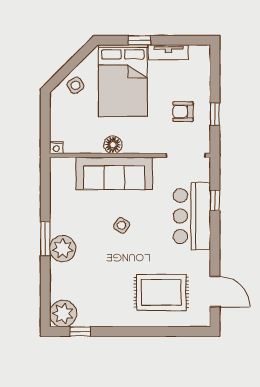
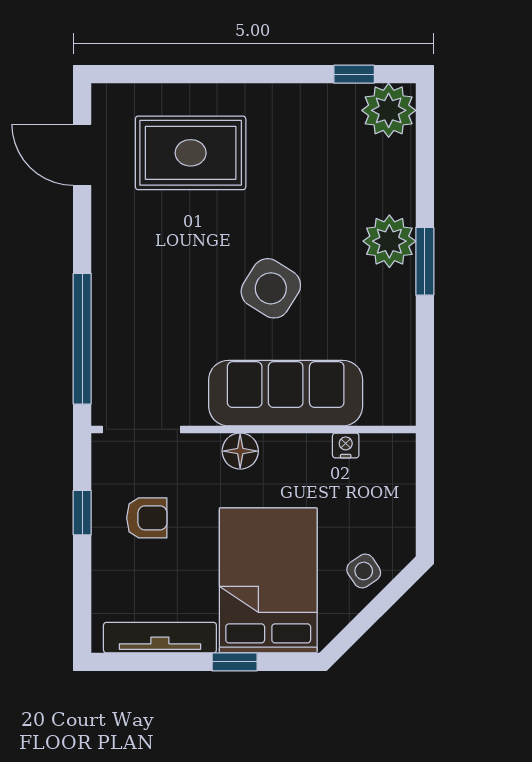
tv unit: (168, 52) -> (160, 638), width x1.41
floor lamp: (113, 145) -> (240, 451), moved
nightstand: (56, 147) -> (346, 445), moved
window: (215, 200) -> (82, 339), width x3.17
bar counter: (192, 216) -> (129, 307), removed
side table: (122, 225) -> (271, 288), width x1.87, depth x1.87

